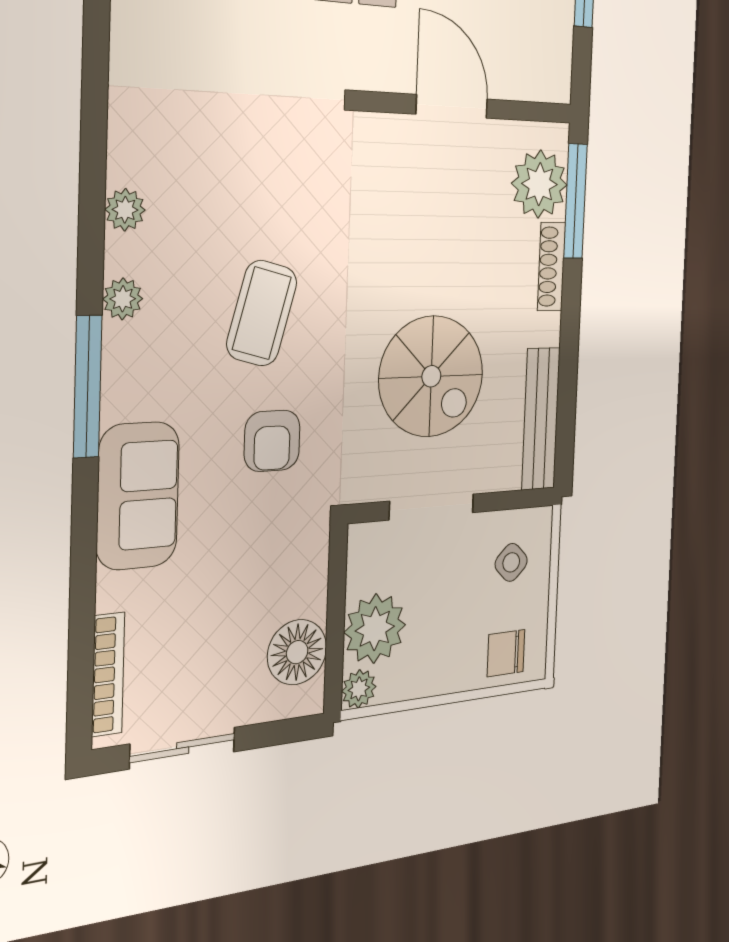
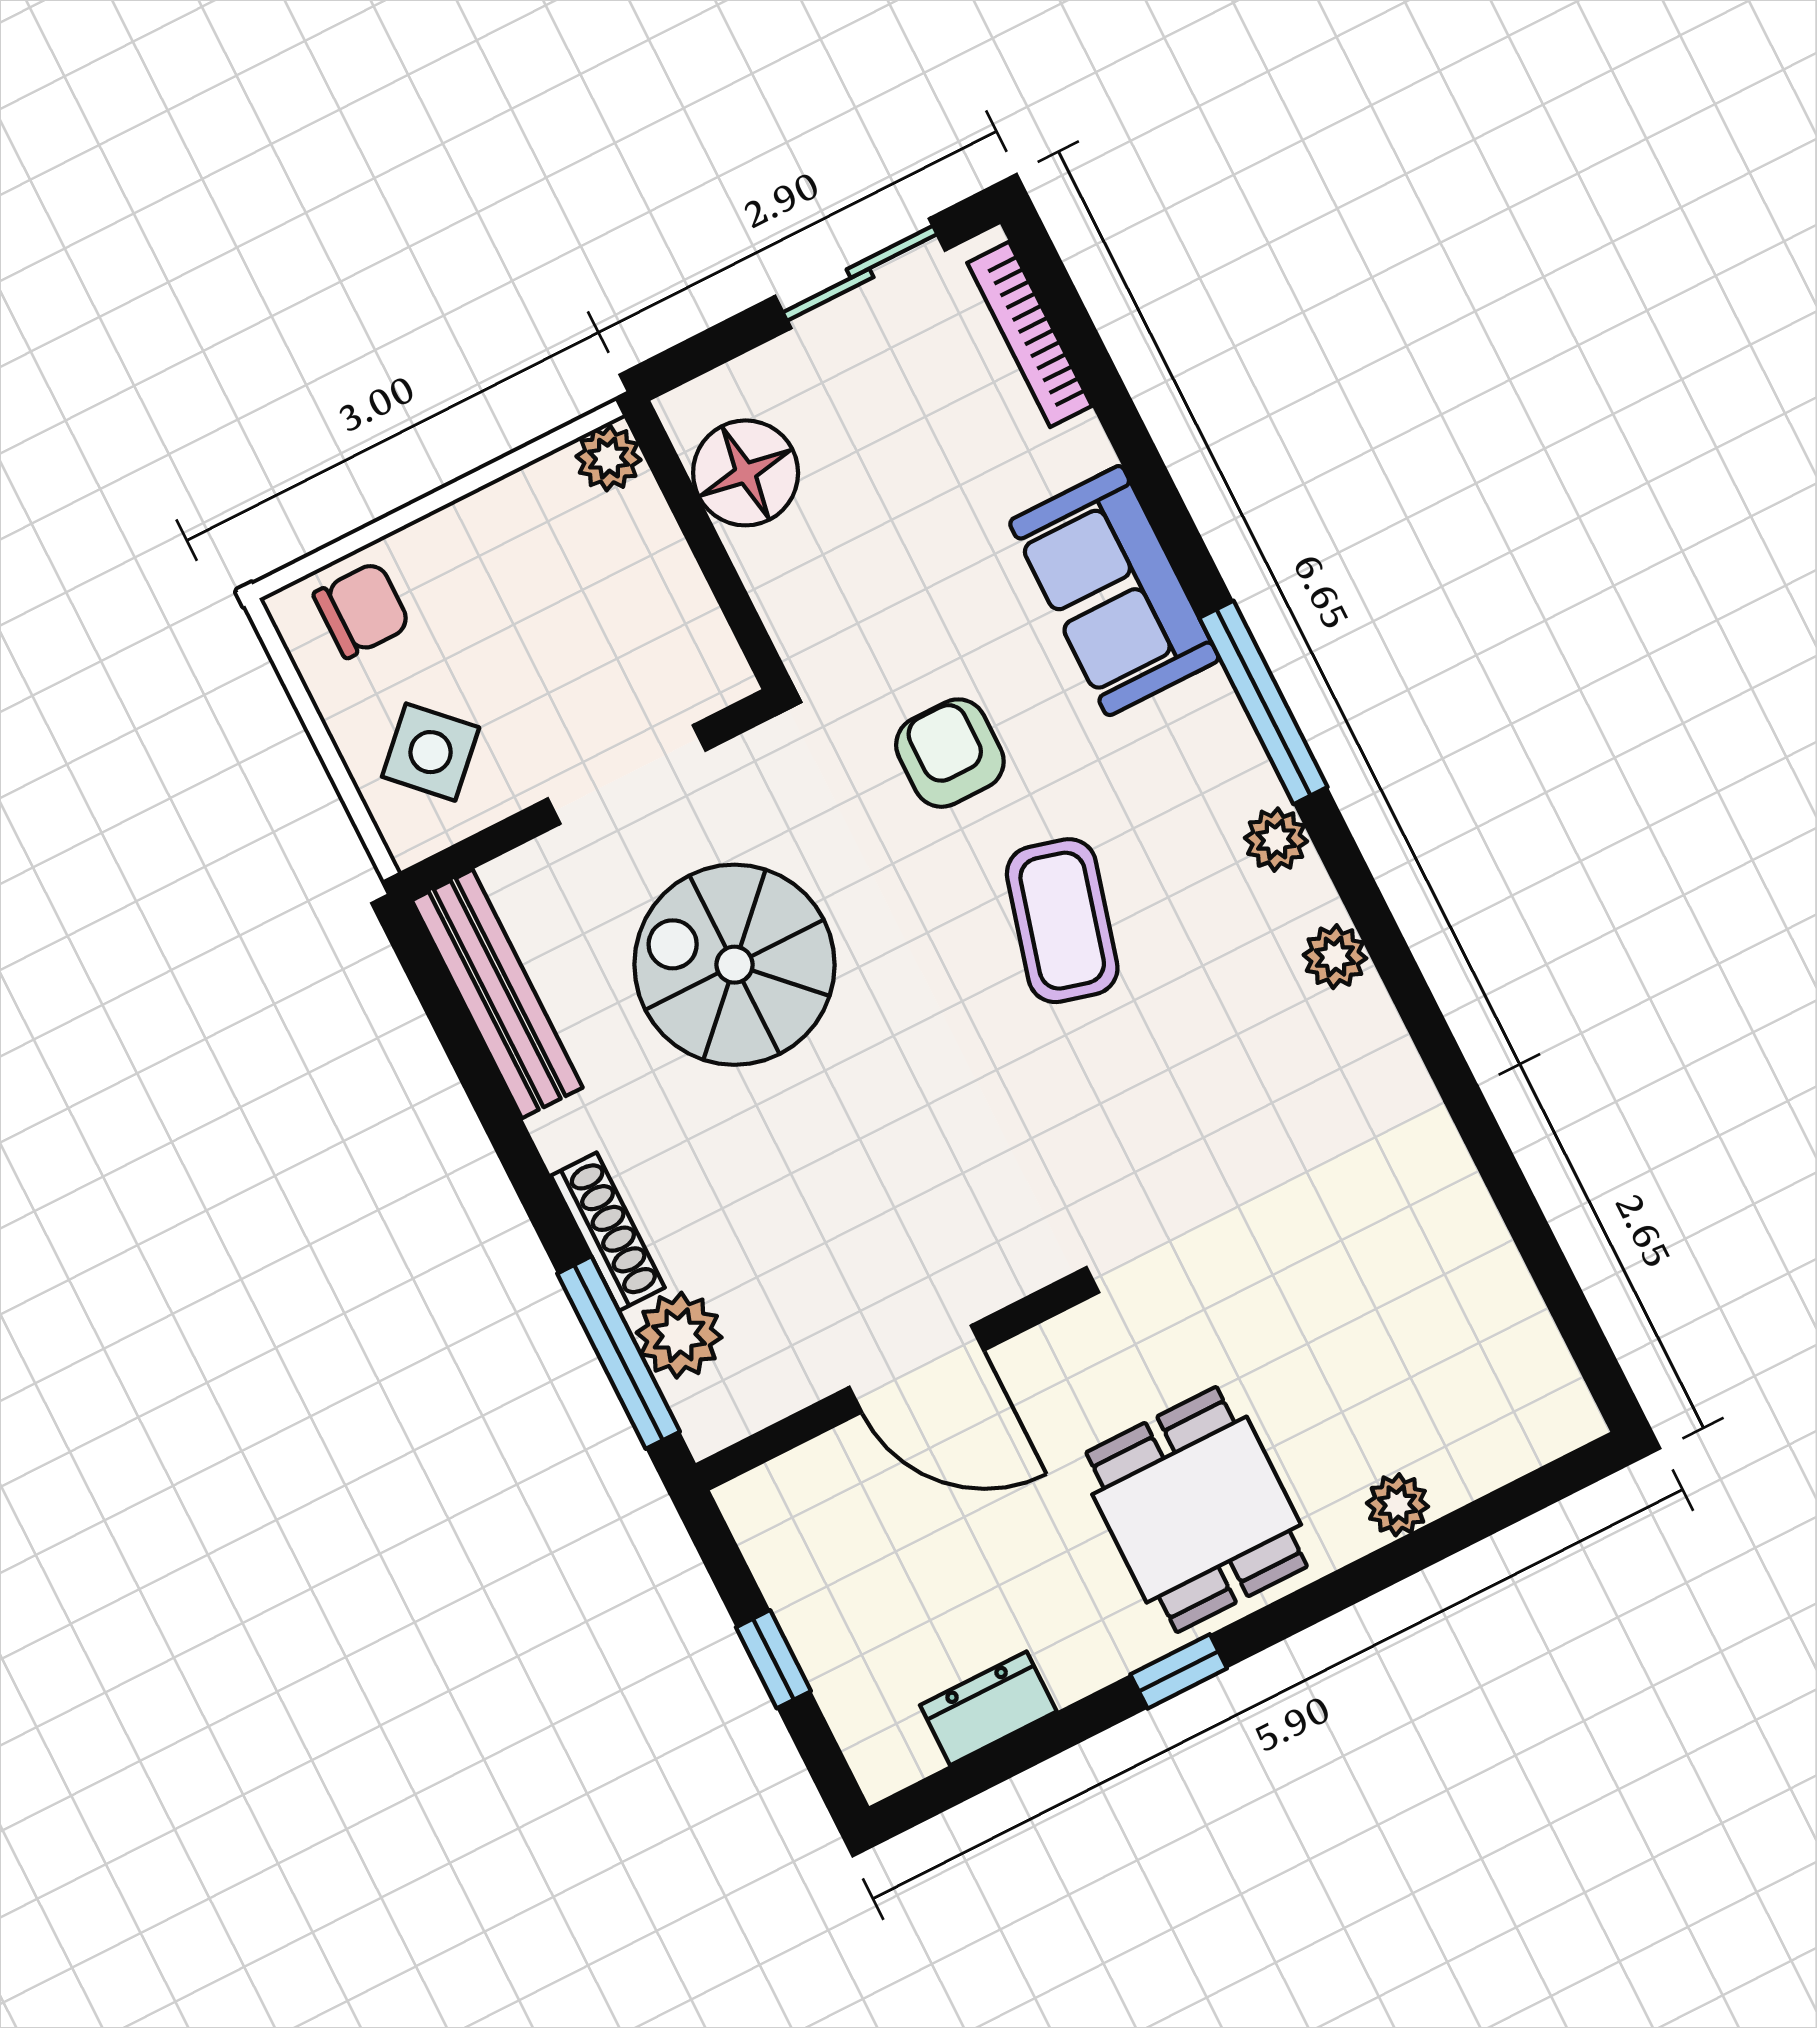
plant: (539, 184) -> (679, 1335), width x0.73, depth x0.73
side table: (511, 562) -> (431, 752), width x1.37, depth x1.37
plant: (375, 629) -> (629, 556), removed

